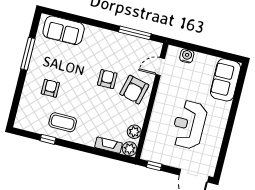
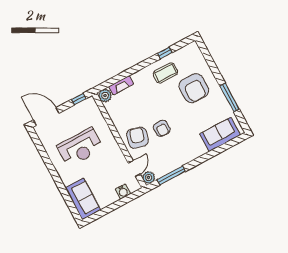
armchair: (50, 88) -> (194, 88), width x1.88, depth x1.88
reception desk: (189, 125) -> (80, 147), turned 90
plant: (134, 132) -> (149, 177), moved

